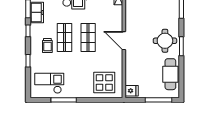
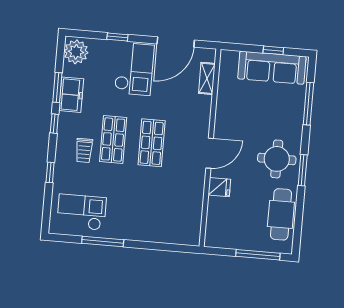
door: (124, 41) -> (210, 153), swing flipped
display table: (104, 82) -> (172, 219), removed
fridge: (132, 91) -> (219, 187), moved

